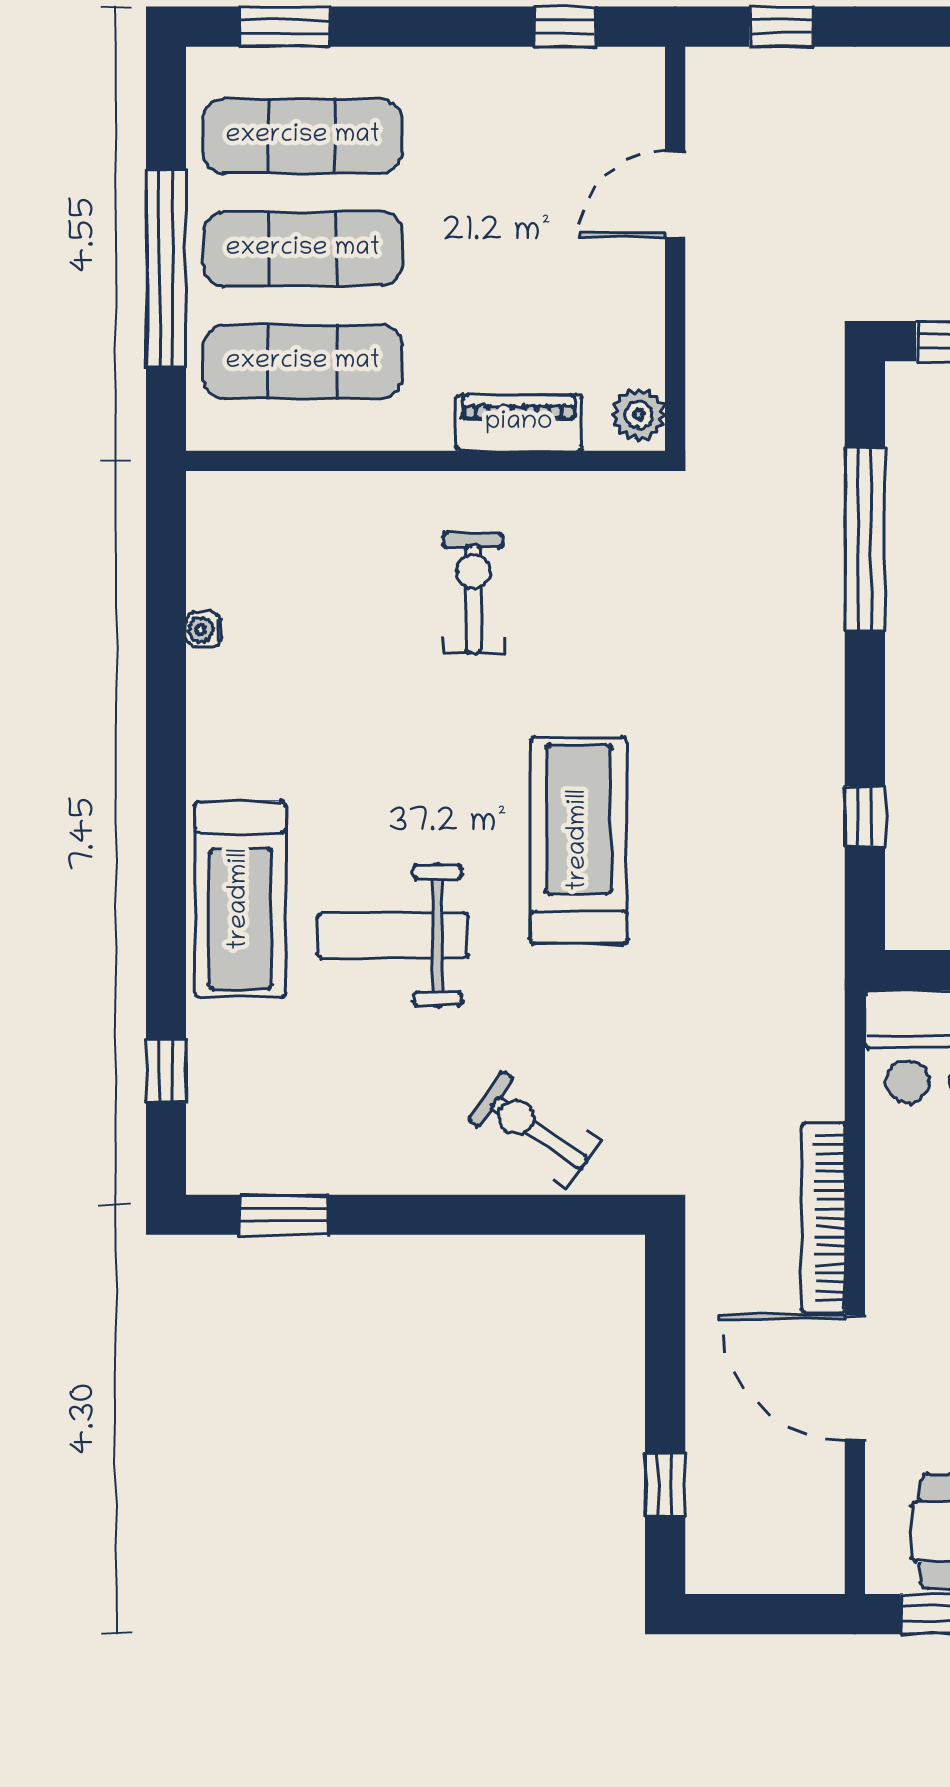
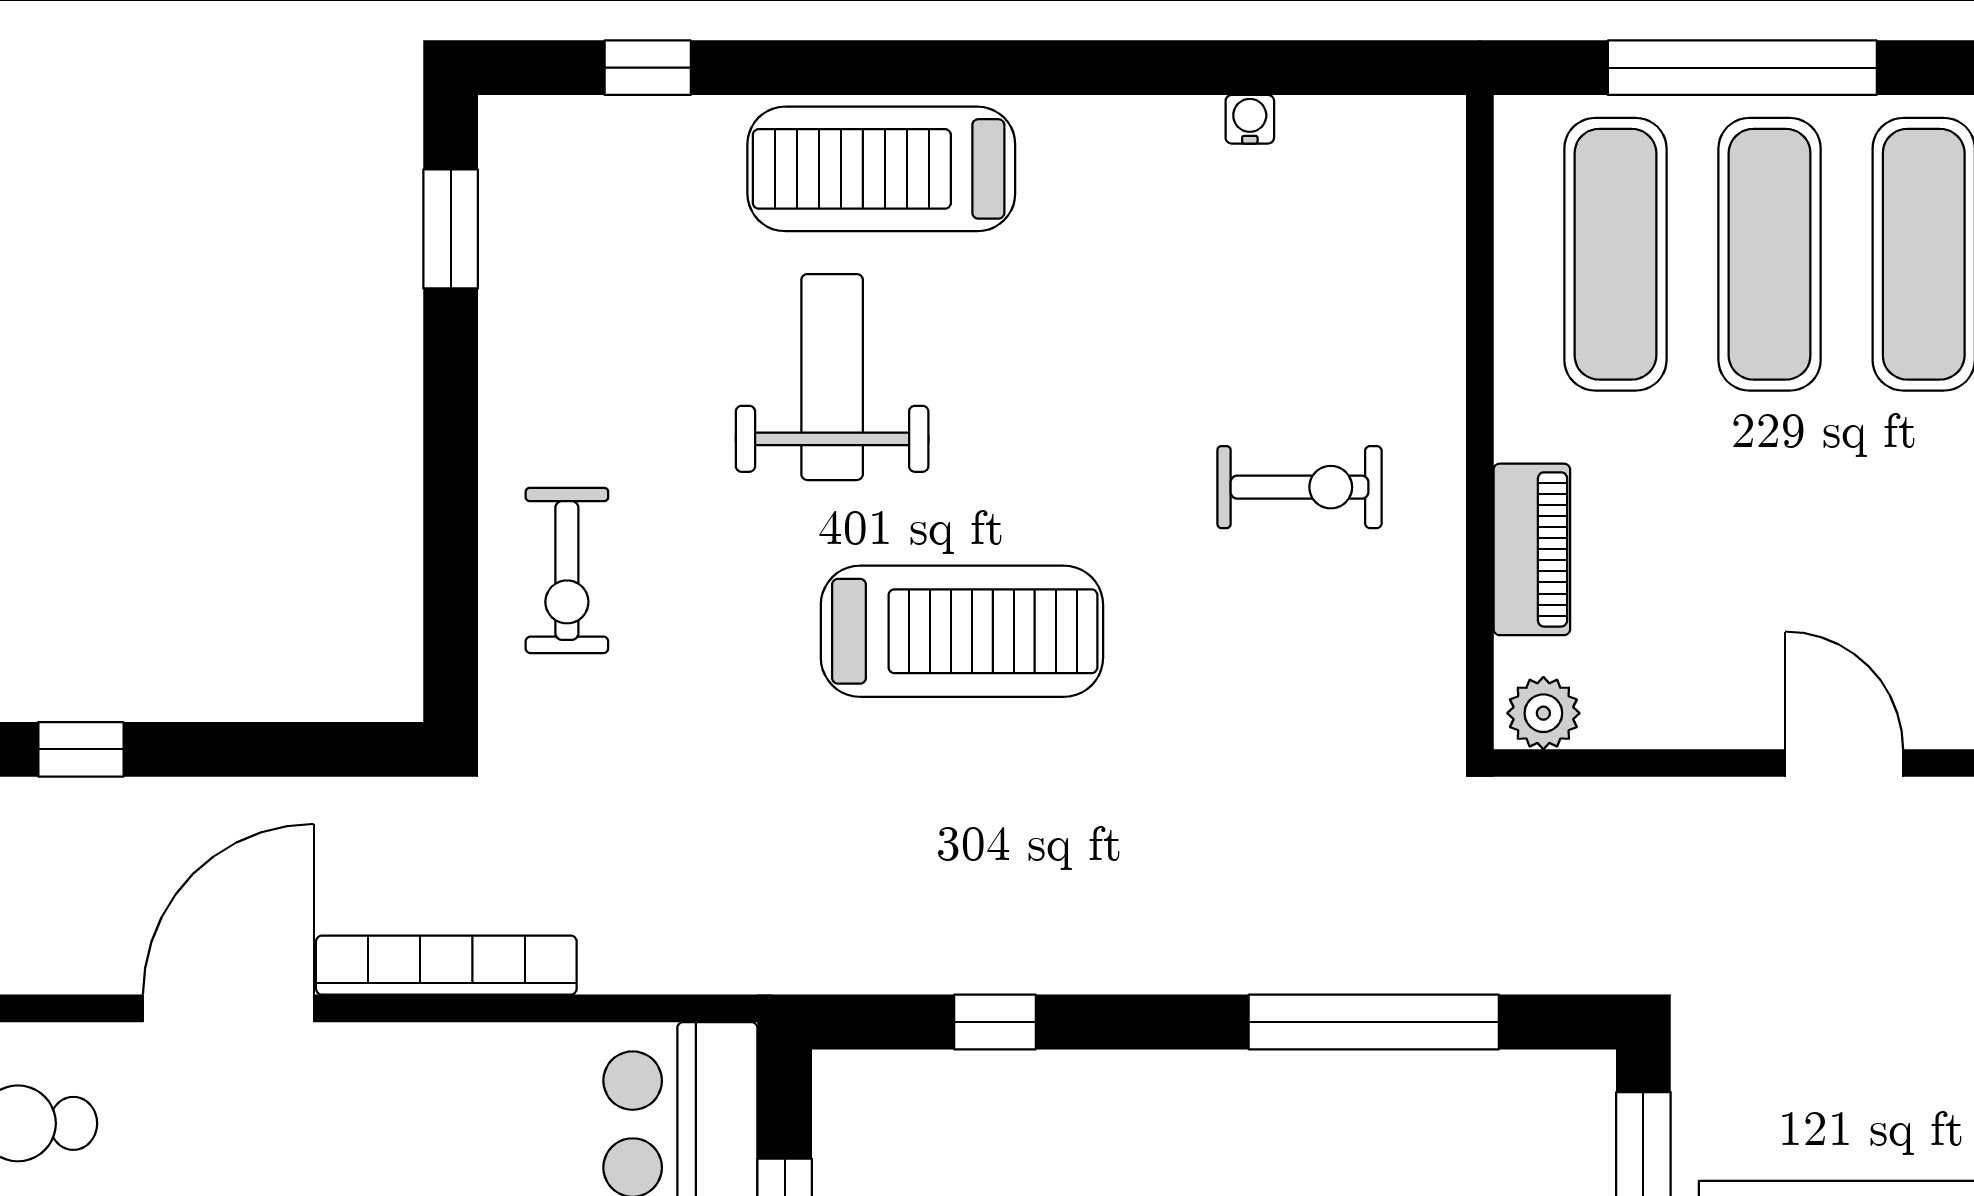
exercise bike: (534, 1130) -> (567, 570), turned 145

